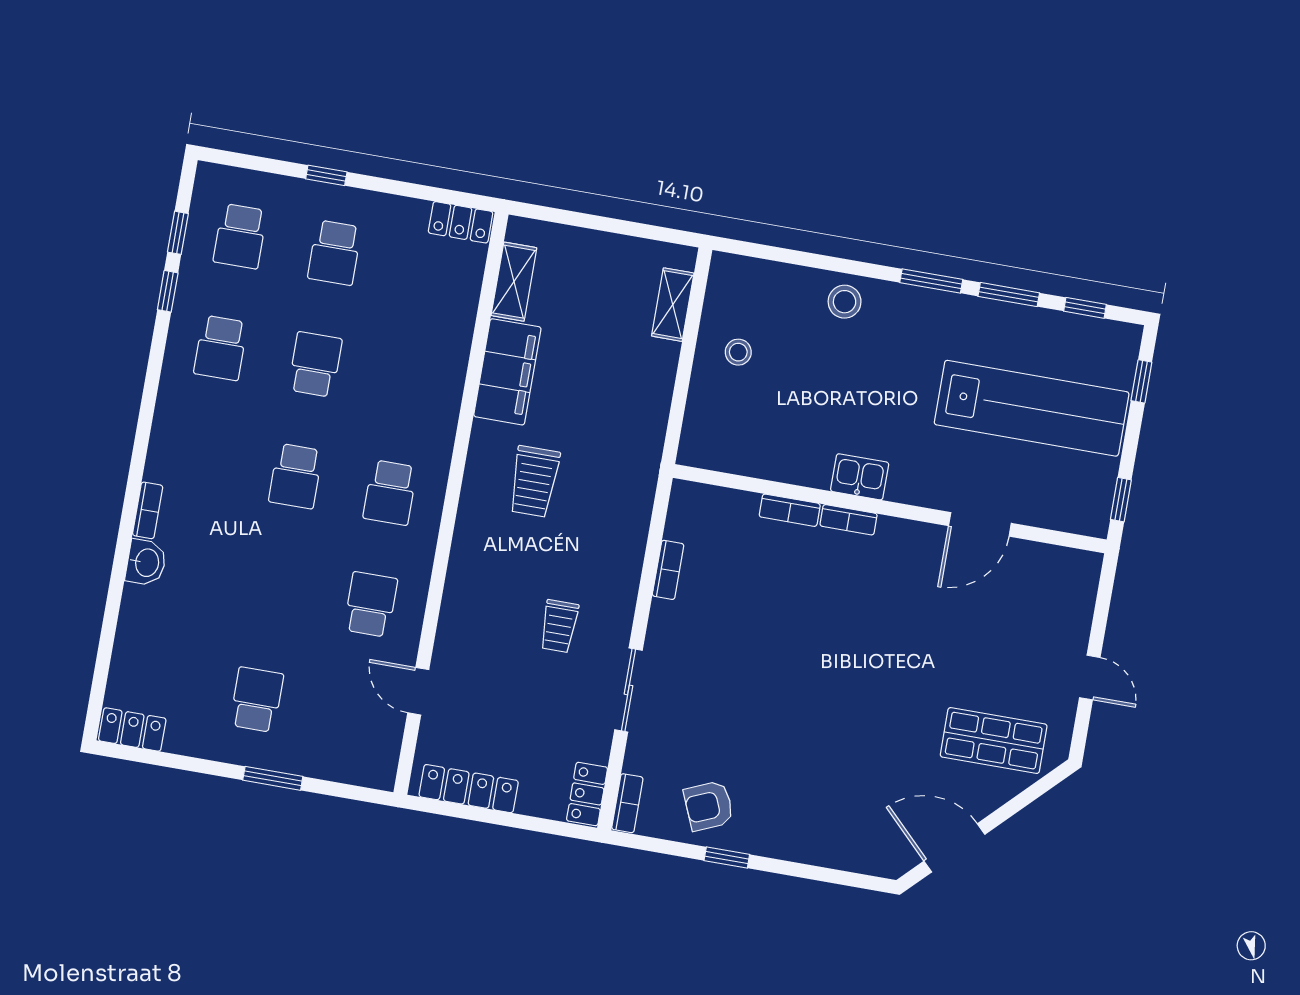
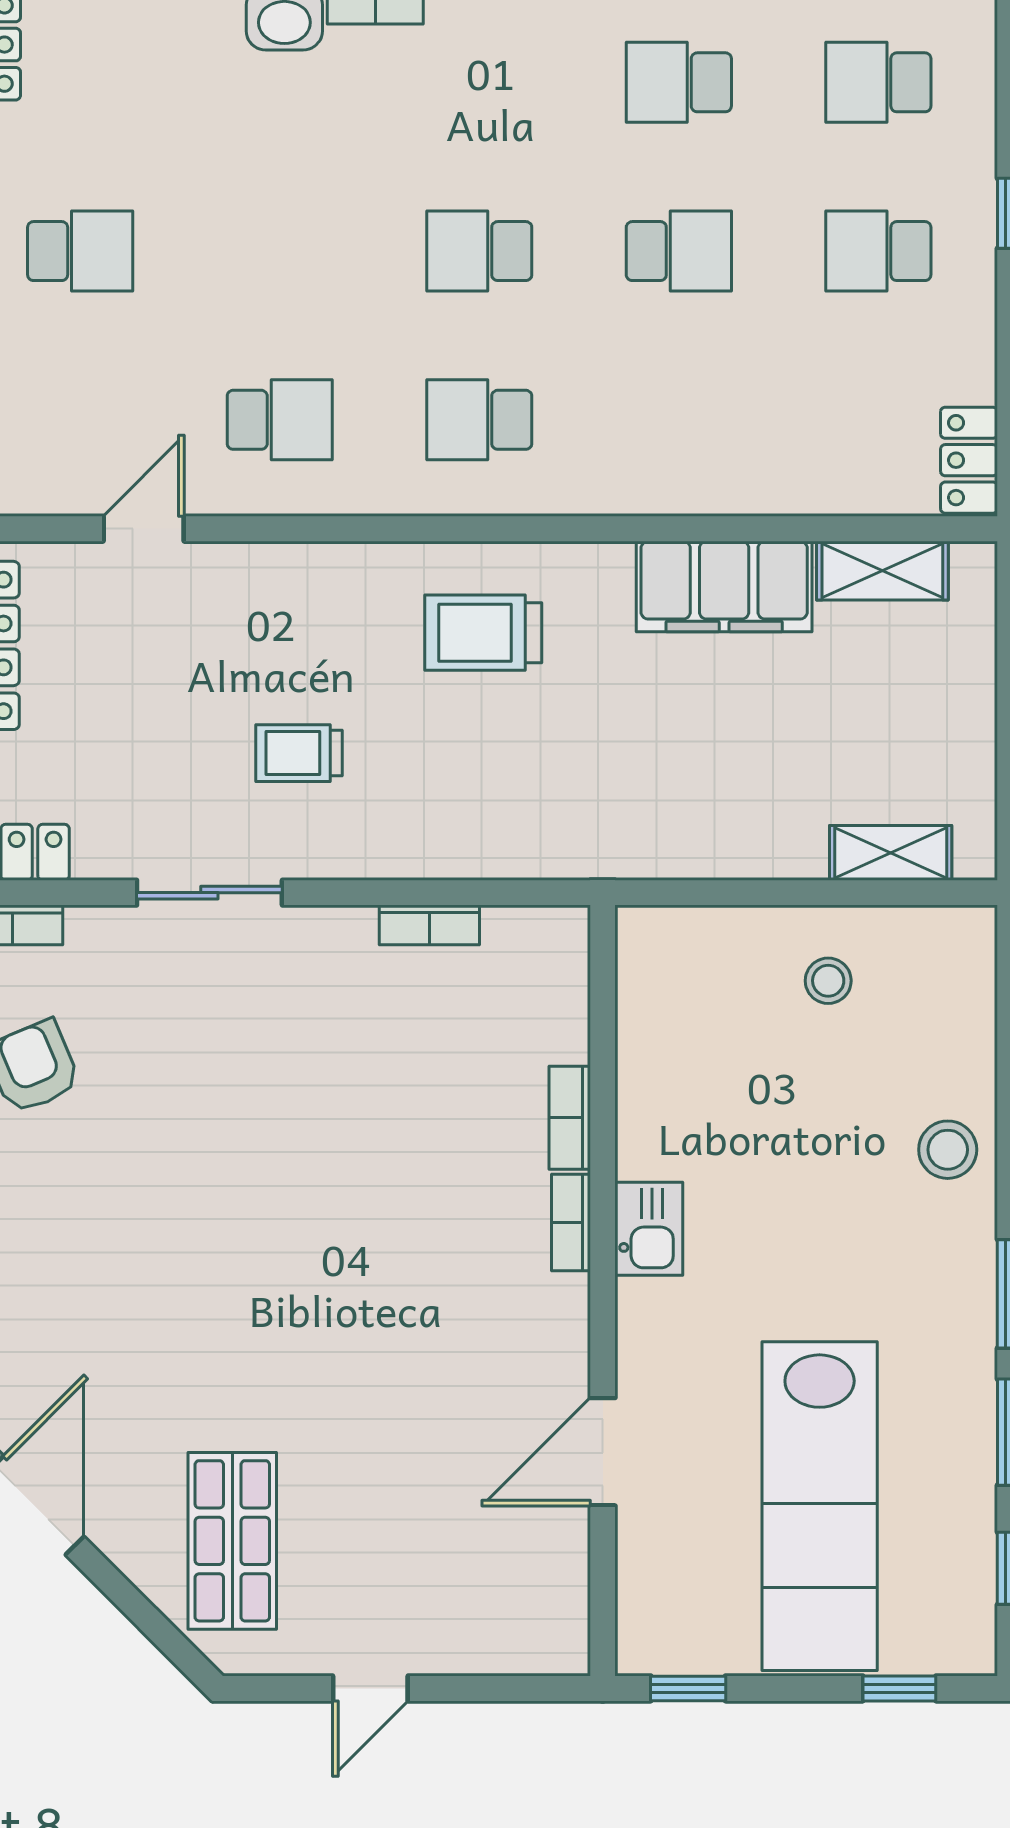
trolley: (534, 481) -> (483, 633), moved
door: (980, 524) -> (603, 1452), hinge flipped

